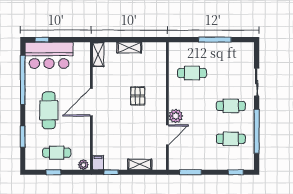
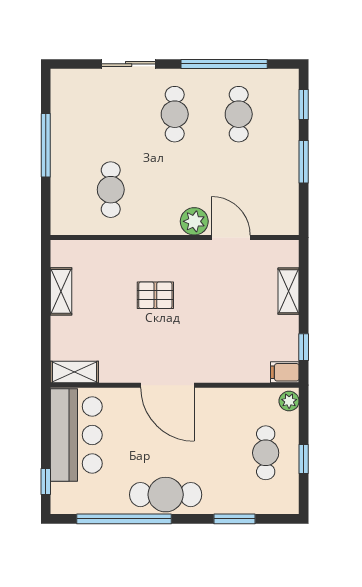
shelving: (129, 47) -> (61, 291), moved
bar counter: (49, 55) -> (76, 435), moved
cafe table: (49, 110) -> (166, 495), moved
window: (191, 172) -> (304, 162), moved

